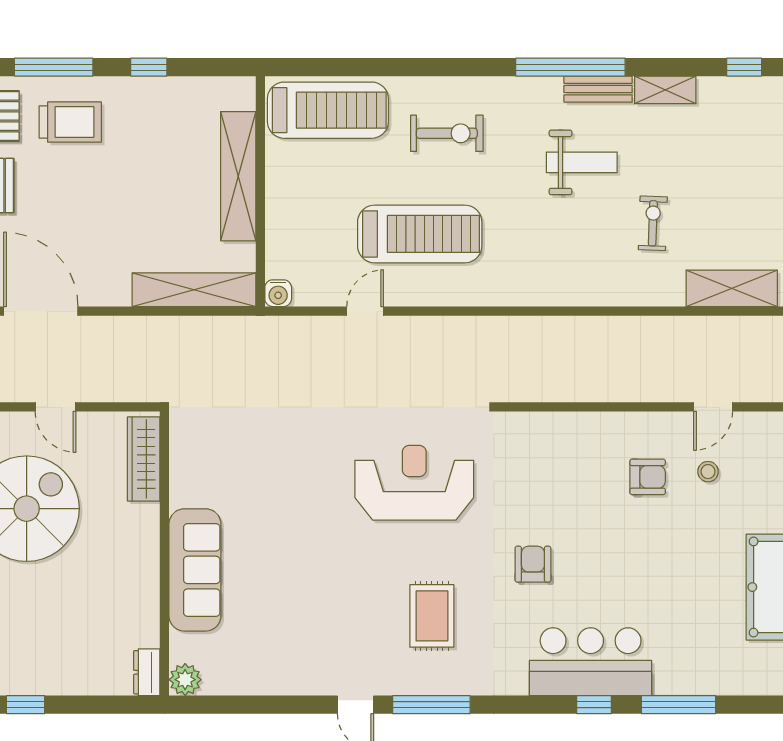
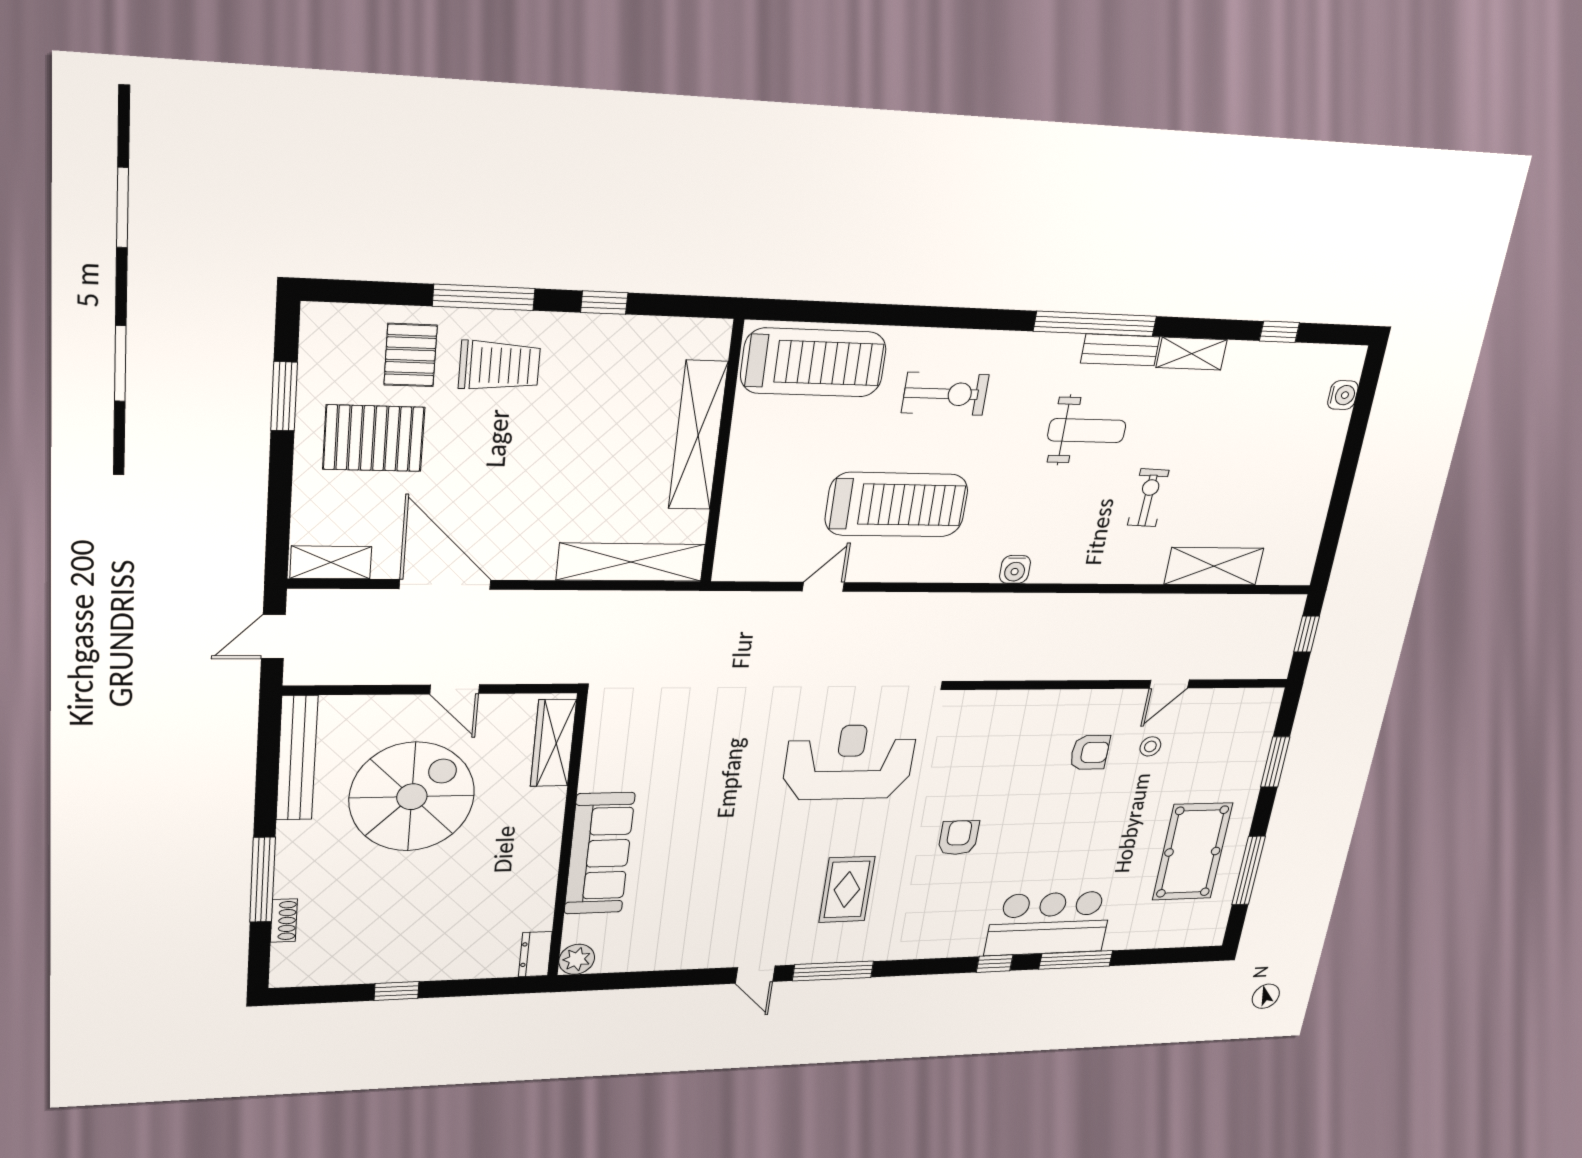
water cooler: (278, 293) -> (1015, 569), moved
bar counter: (591, 662) -> (1049, 923), moved

